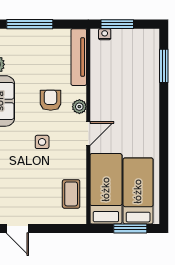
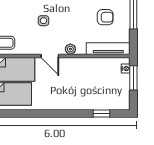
window: (164, 66) -> (101, 114), width x0.67
armchair: (51, 100) -> (105, 17), moved

